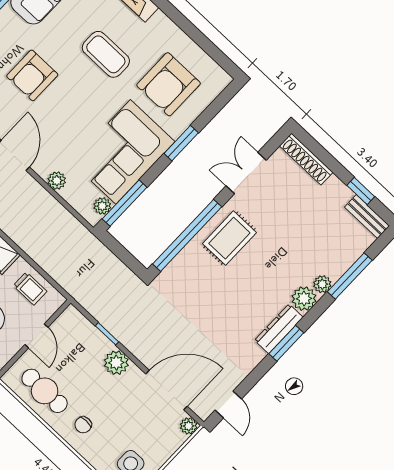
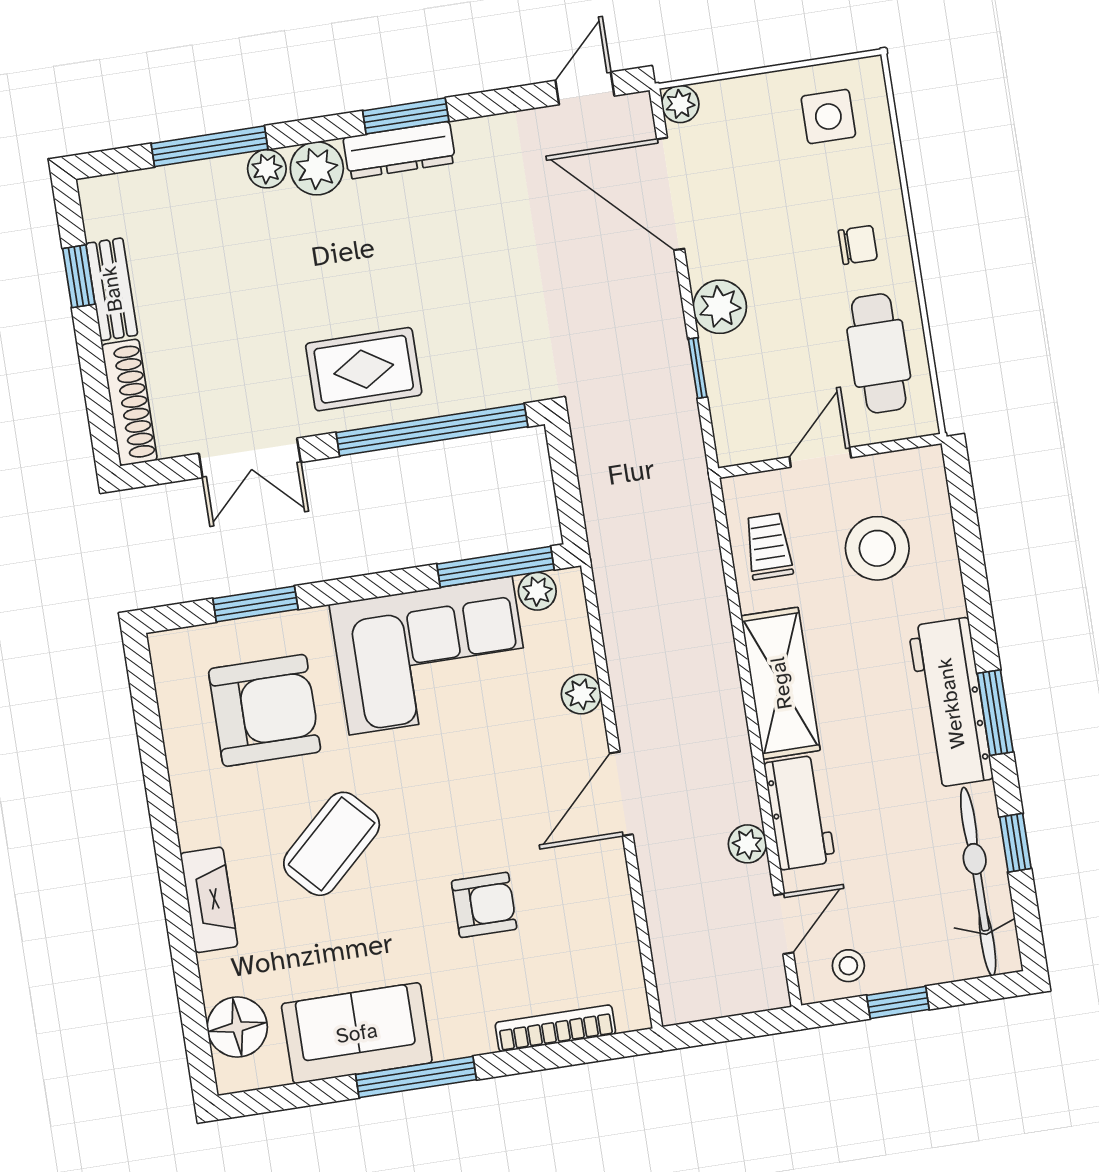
coffee table: (106, 54) -> (332, 844), turned 47
armchair: (32, 75) -> (484, 905), width x0.72, depth x0.72
window: (181, 143) -> (255, 604), moved
bench: (367, 216) -> (112, 289), moved

